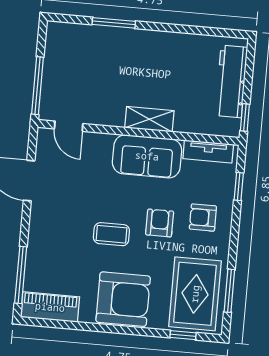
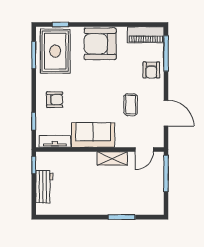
workbench: (231, 81) -> (44, 187), width x0.73
shelving: (149, 119) -> (112, 159), moved
door: (69, 126) -> (144, 150), swing flipped
armchair: (160, 223) -> (151, 70), moved
coffee table: (111, 234) -> (131, 105), moved, turned 90

